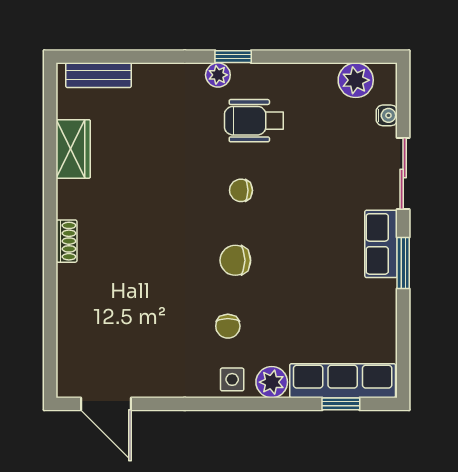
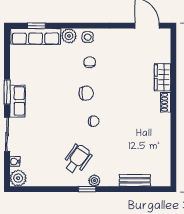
bench: (99, 75) -> (135, 180), moved
plant: (356, 80) -> (18, 178), moved
wheelchair: (254, 121) -> (77, 159), turned -55
wardrobe: (73, 149) -> (162, 77), moved
chair: (241, 190) -> (94, 121), moved

